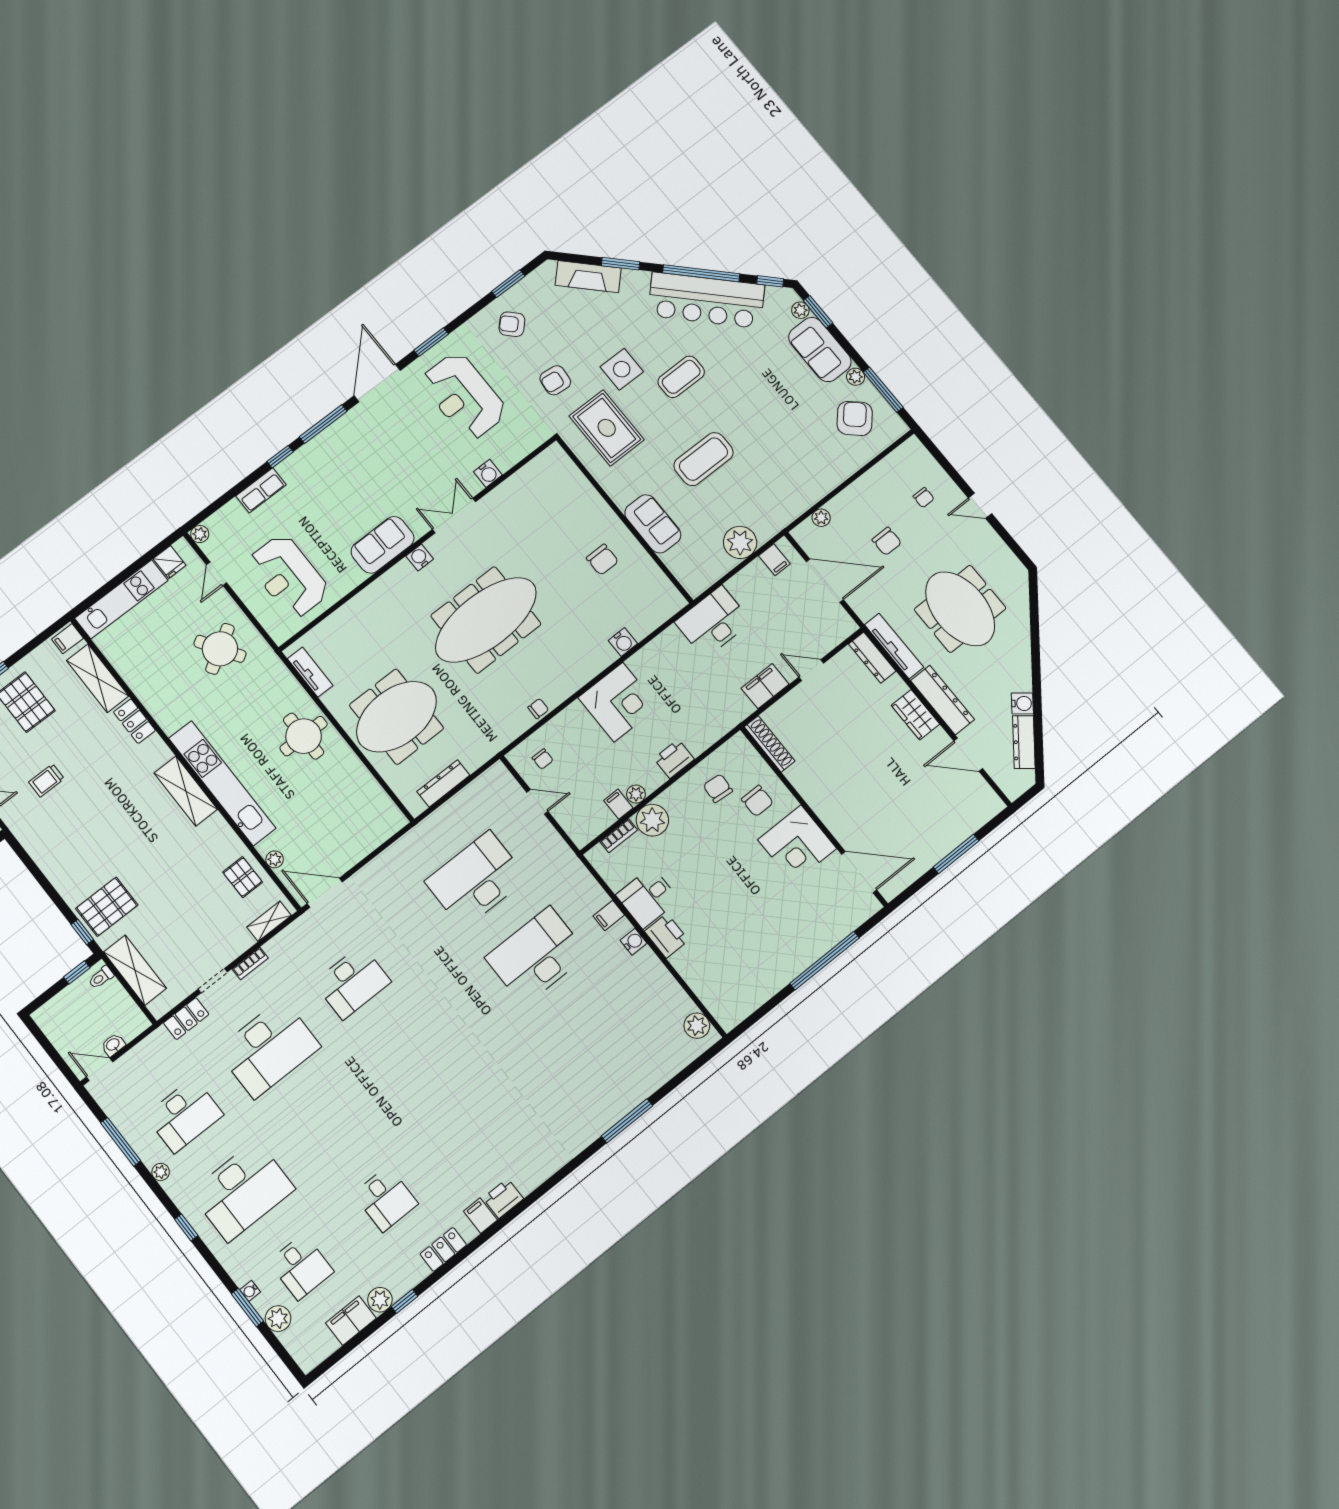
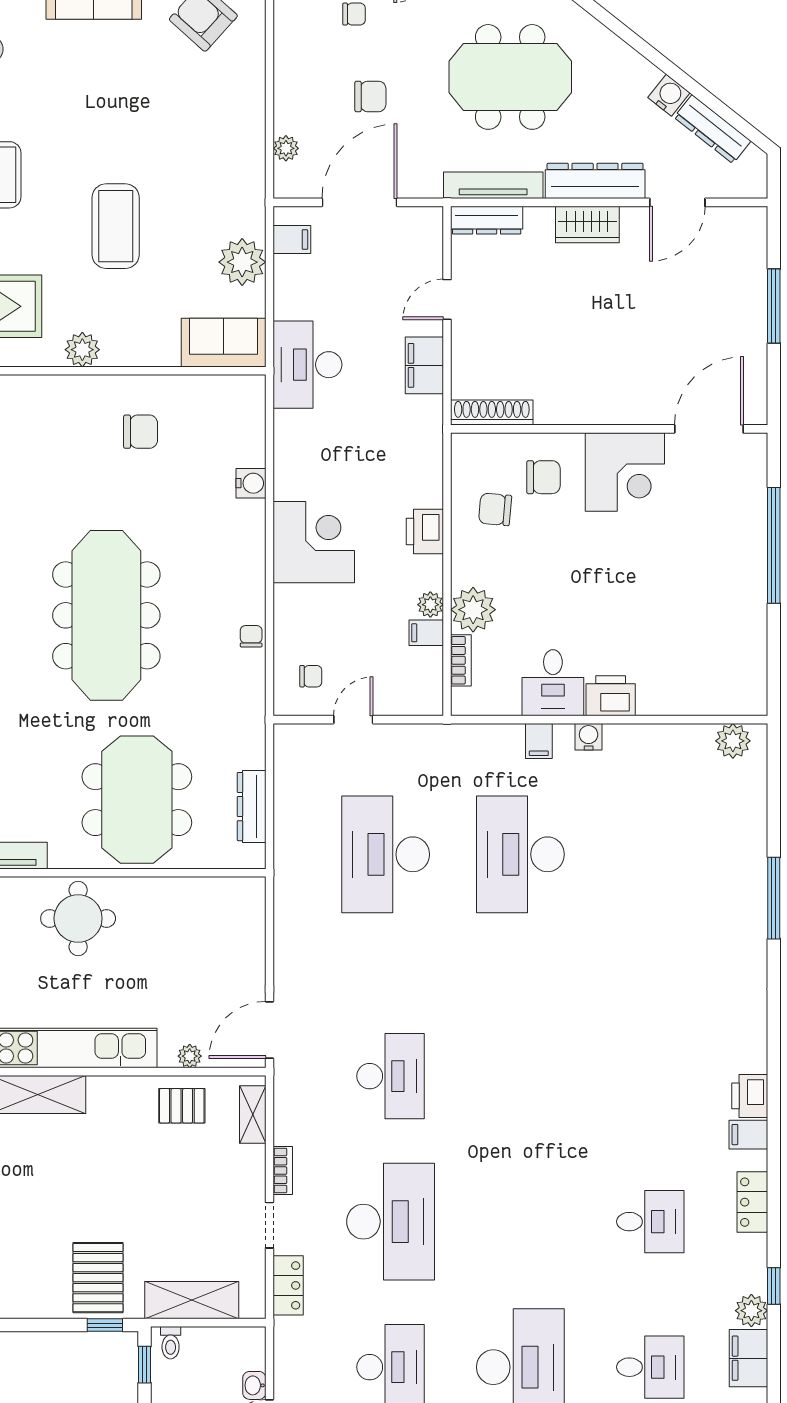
plant: (622, 493) -> (82, 350), added
sofa: (653, 524) -> (224, 343), moved

